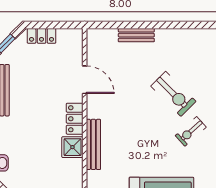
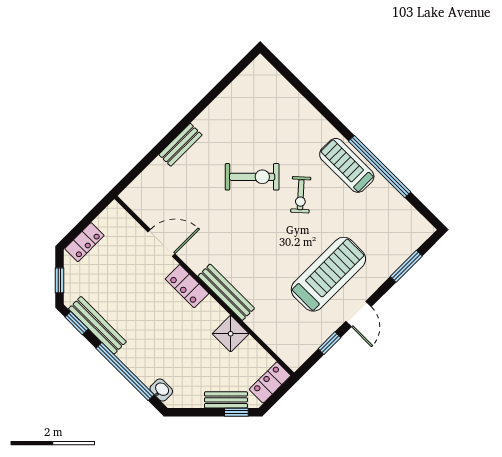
bench: (136, 35) -> (180, 145), moved
shower: (72, 147) -> (231, 334), moved

